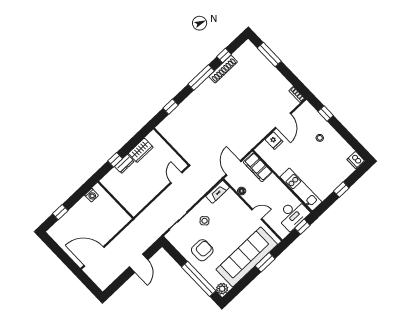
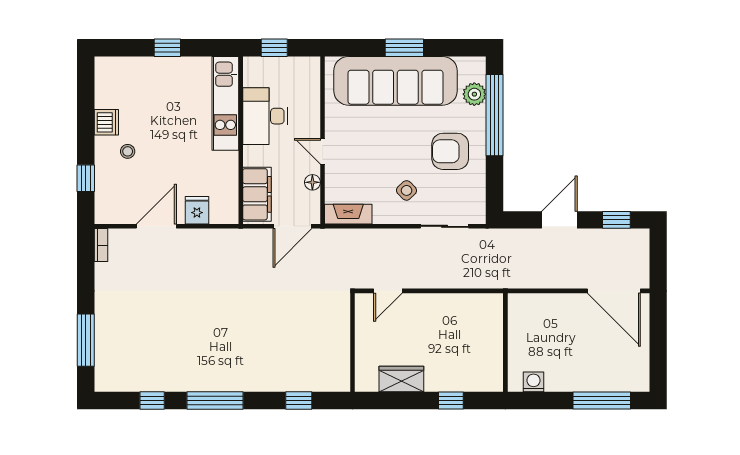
shoe rack: (223, 69) -> (172, 382), removed
dishwasher: (356, 160) -> (106, 122), moved
dresser: (124, 164) -> (443, 382), removed
window: (60, 212) -> (602, 401), width x2.17
door: (257, 214) -> (322, 151), moved
desk: (293, 214) -> (265, 116), moved, turned -90
window: (265, 262) -> (404, 48), moved
window: (118, 283) -> (616, 220), added
plant: (222, 289) -> (474, 94), moved

